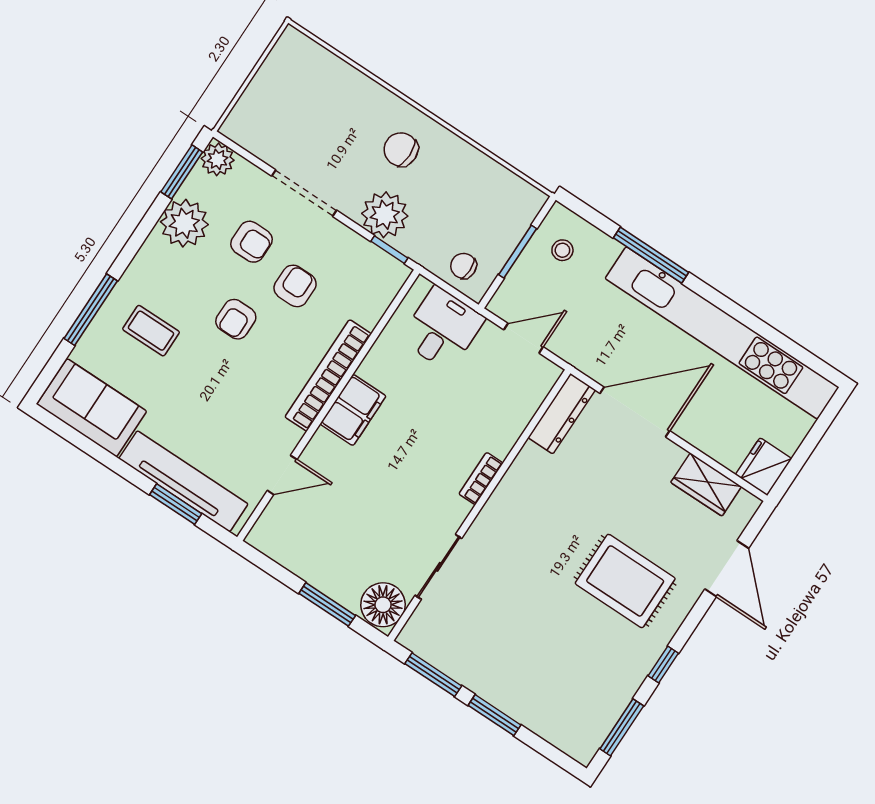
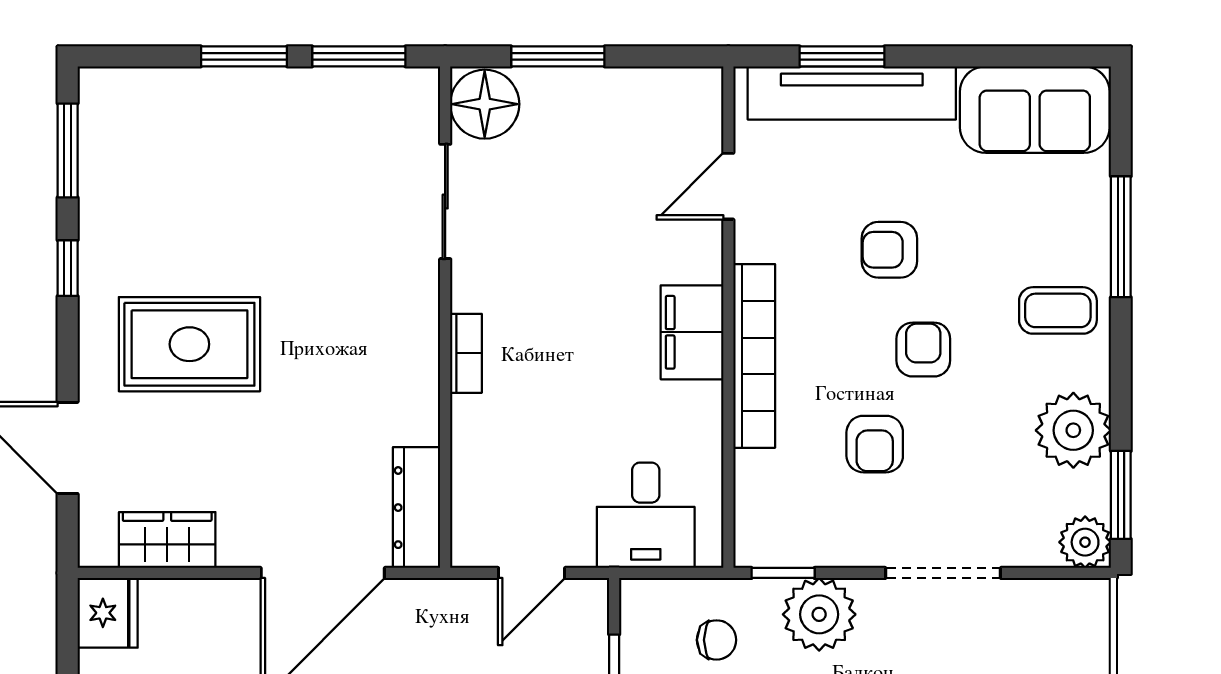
armchair: (251, 242) -> (889, 250), moved
chair: (463, 266) -> (717, 640), moved
coffee table: (151, 331) -> (1058, 310), moved

